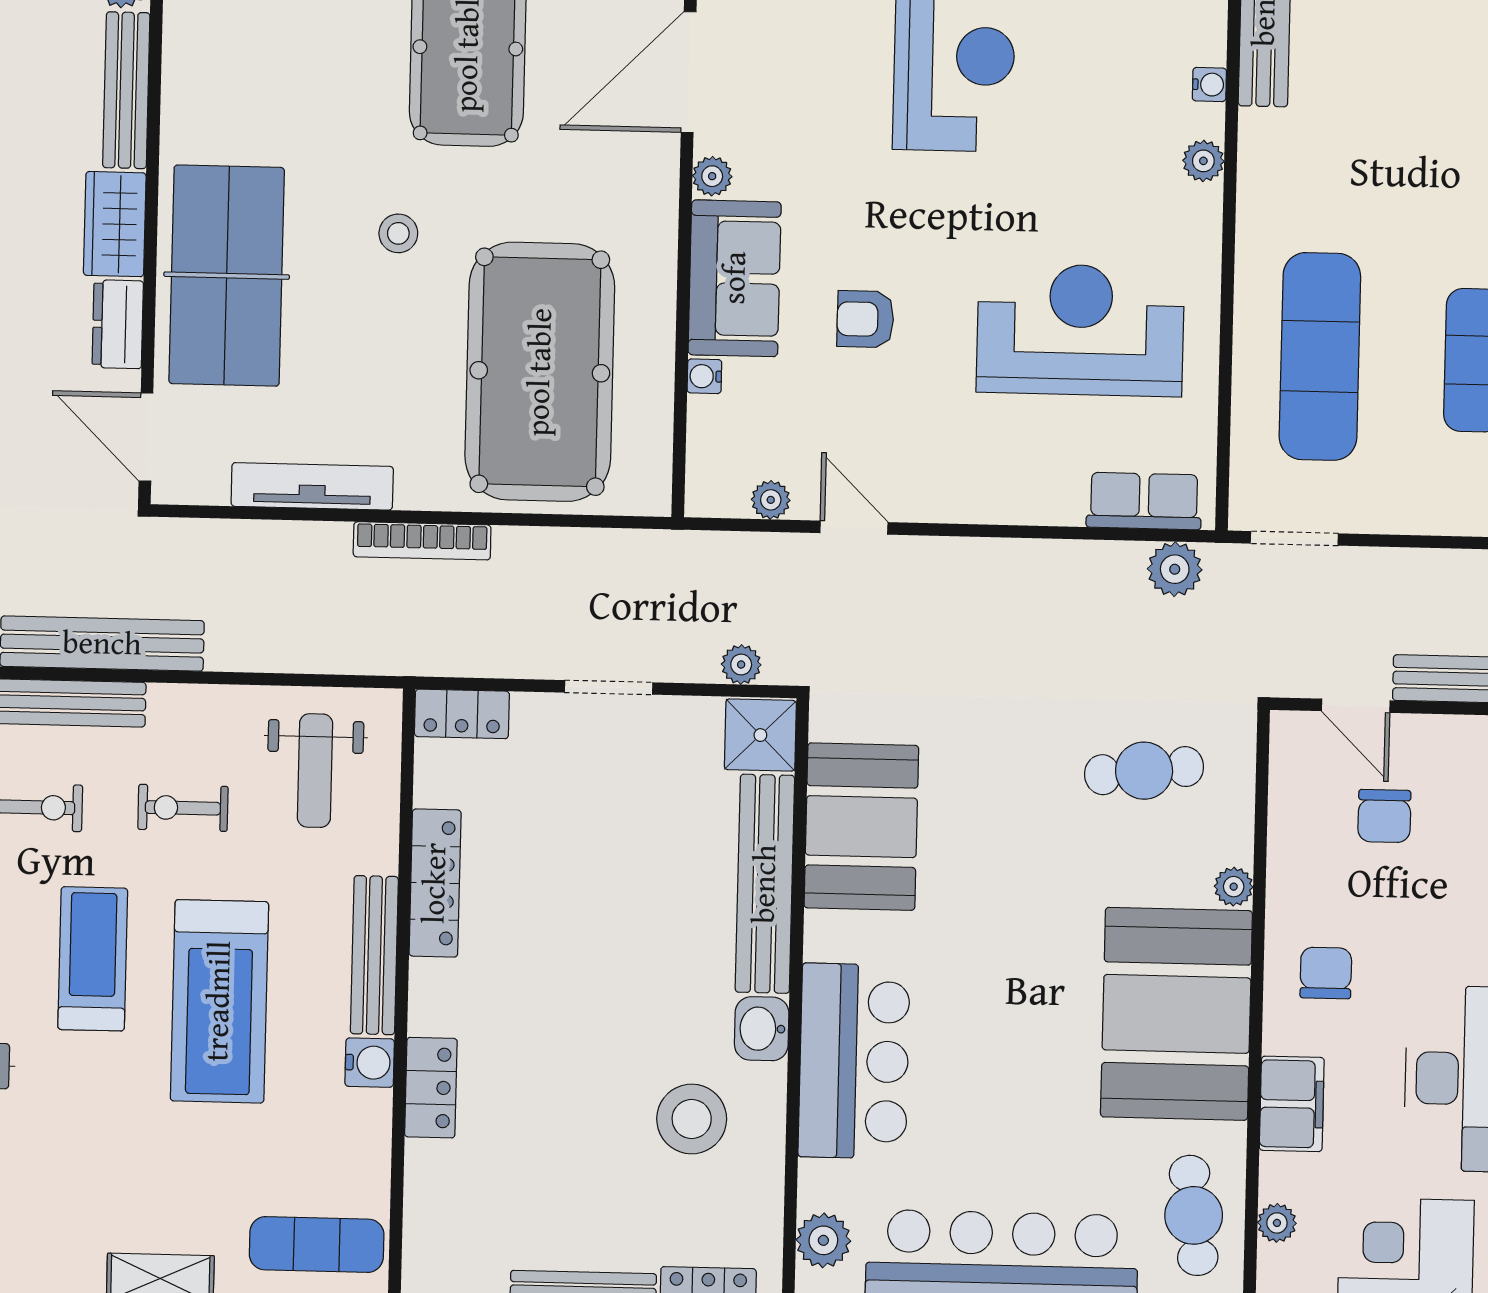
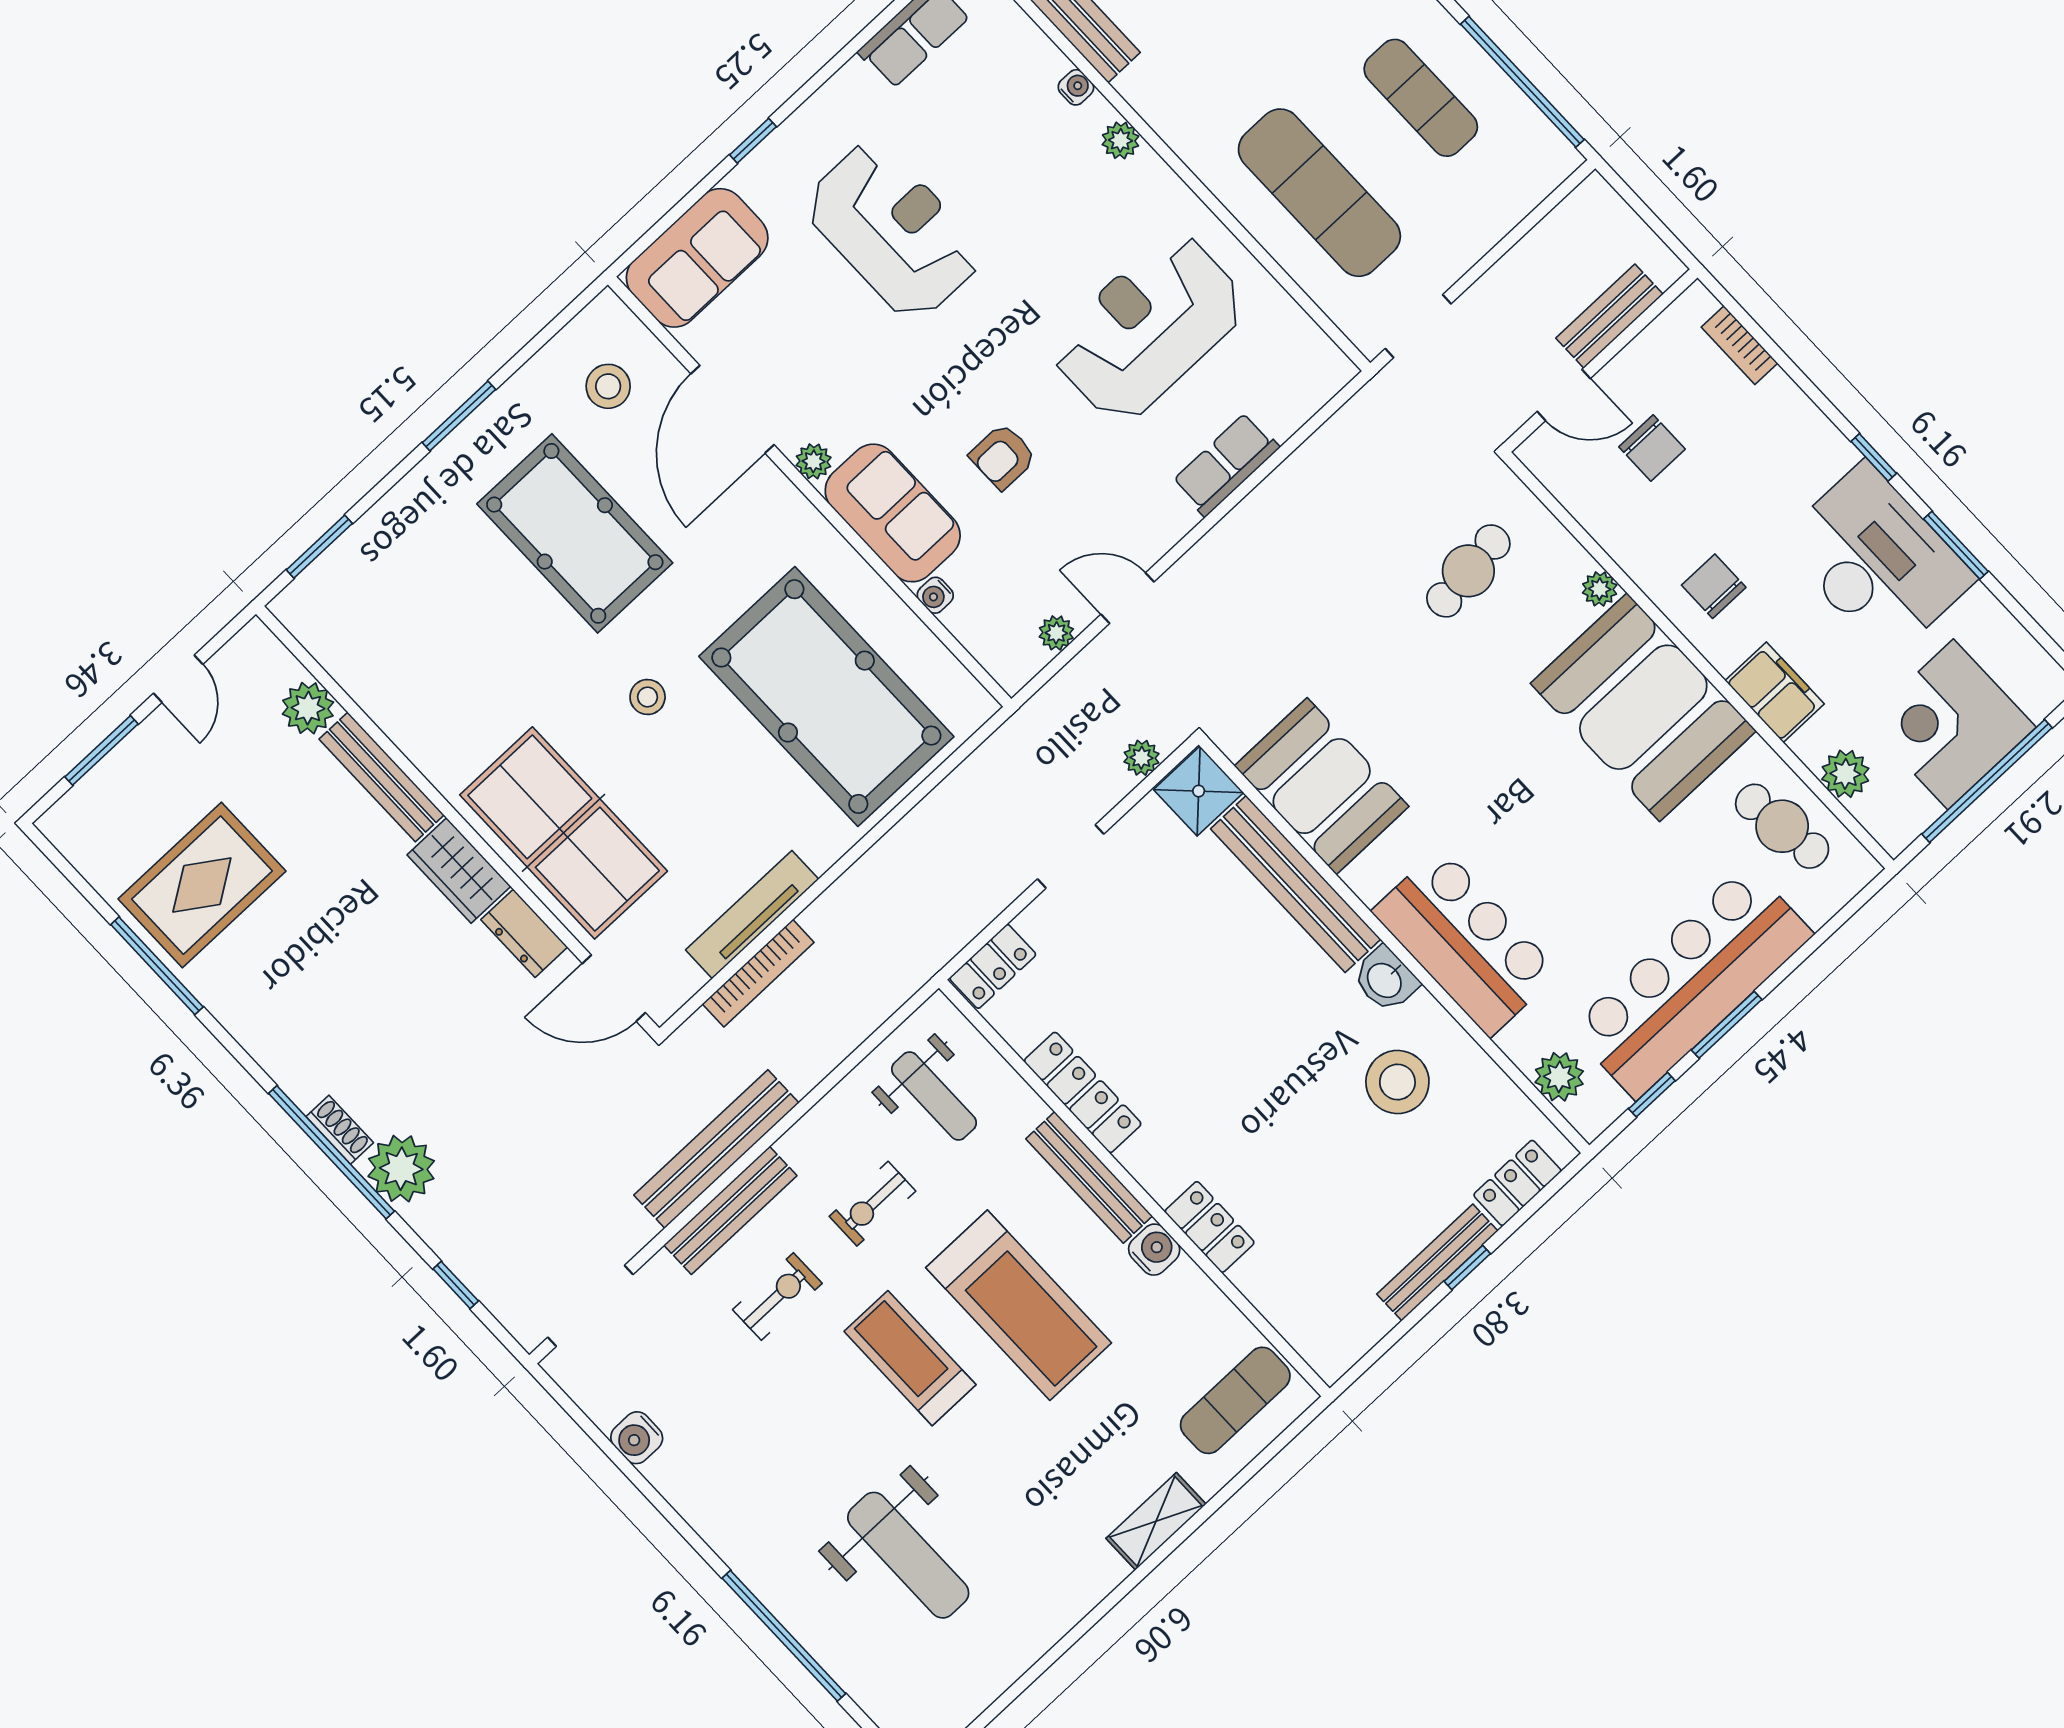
row of seats: (1144, 501) -> (1226, 464), moved
bookcase: (422, 541) -> (758, 973), moved
plant: (1175, 569) -> (1361, 422), removed
plant: (1277, 1223) -> (1845, 774), width x1.38, depth x1.38

